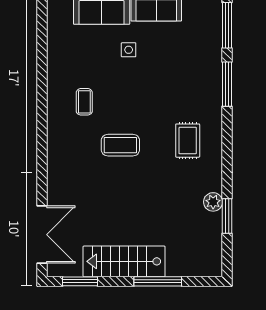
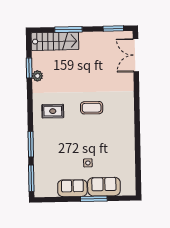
coffee table: (84, 102) -> (113, 132), removed
rug: (188, 141) -> (53, 111), turned 90
stairs: (124, 261) -> (55, 41), moved

